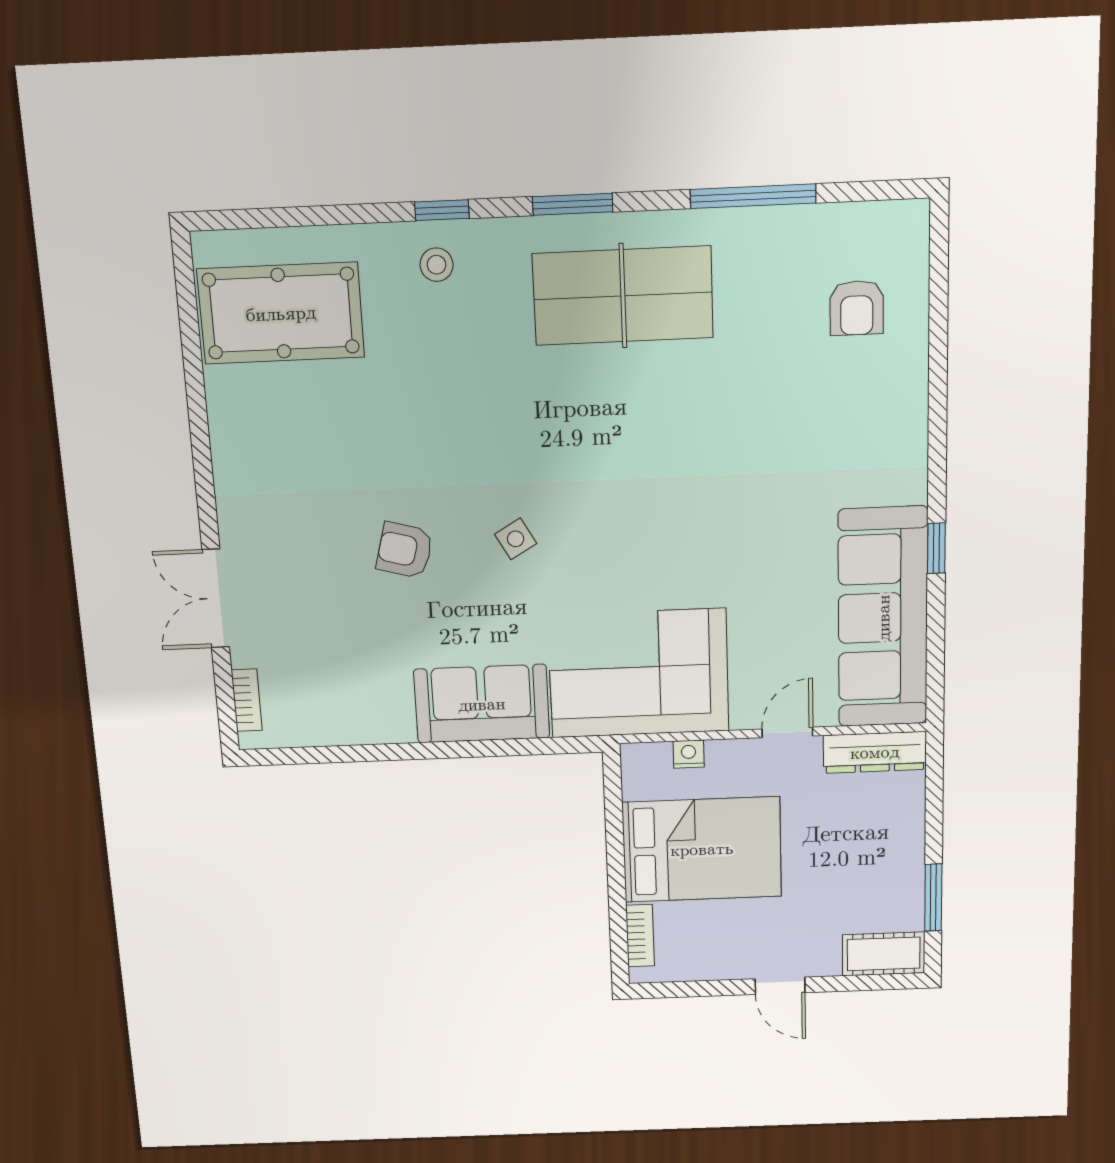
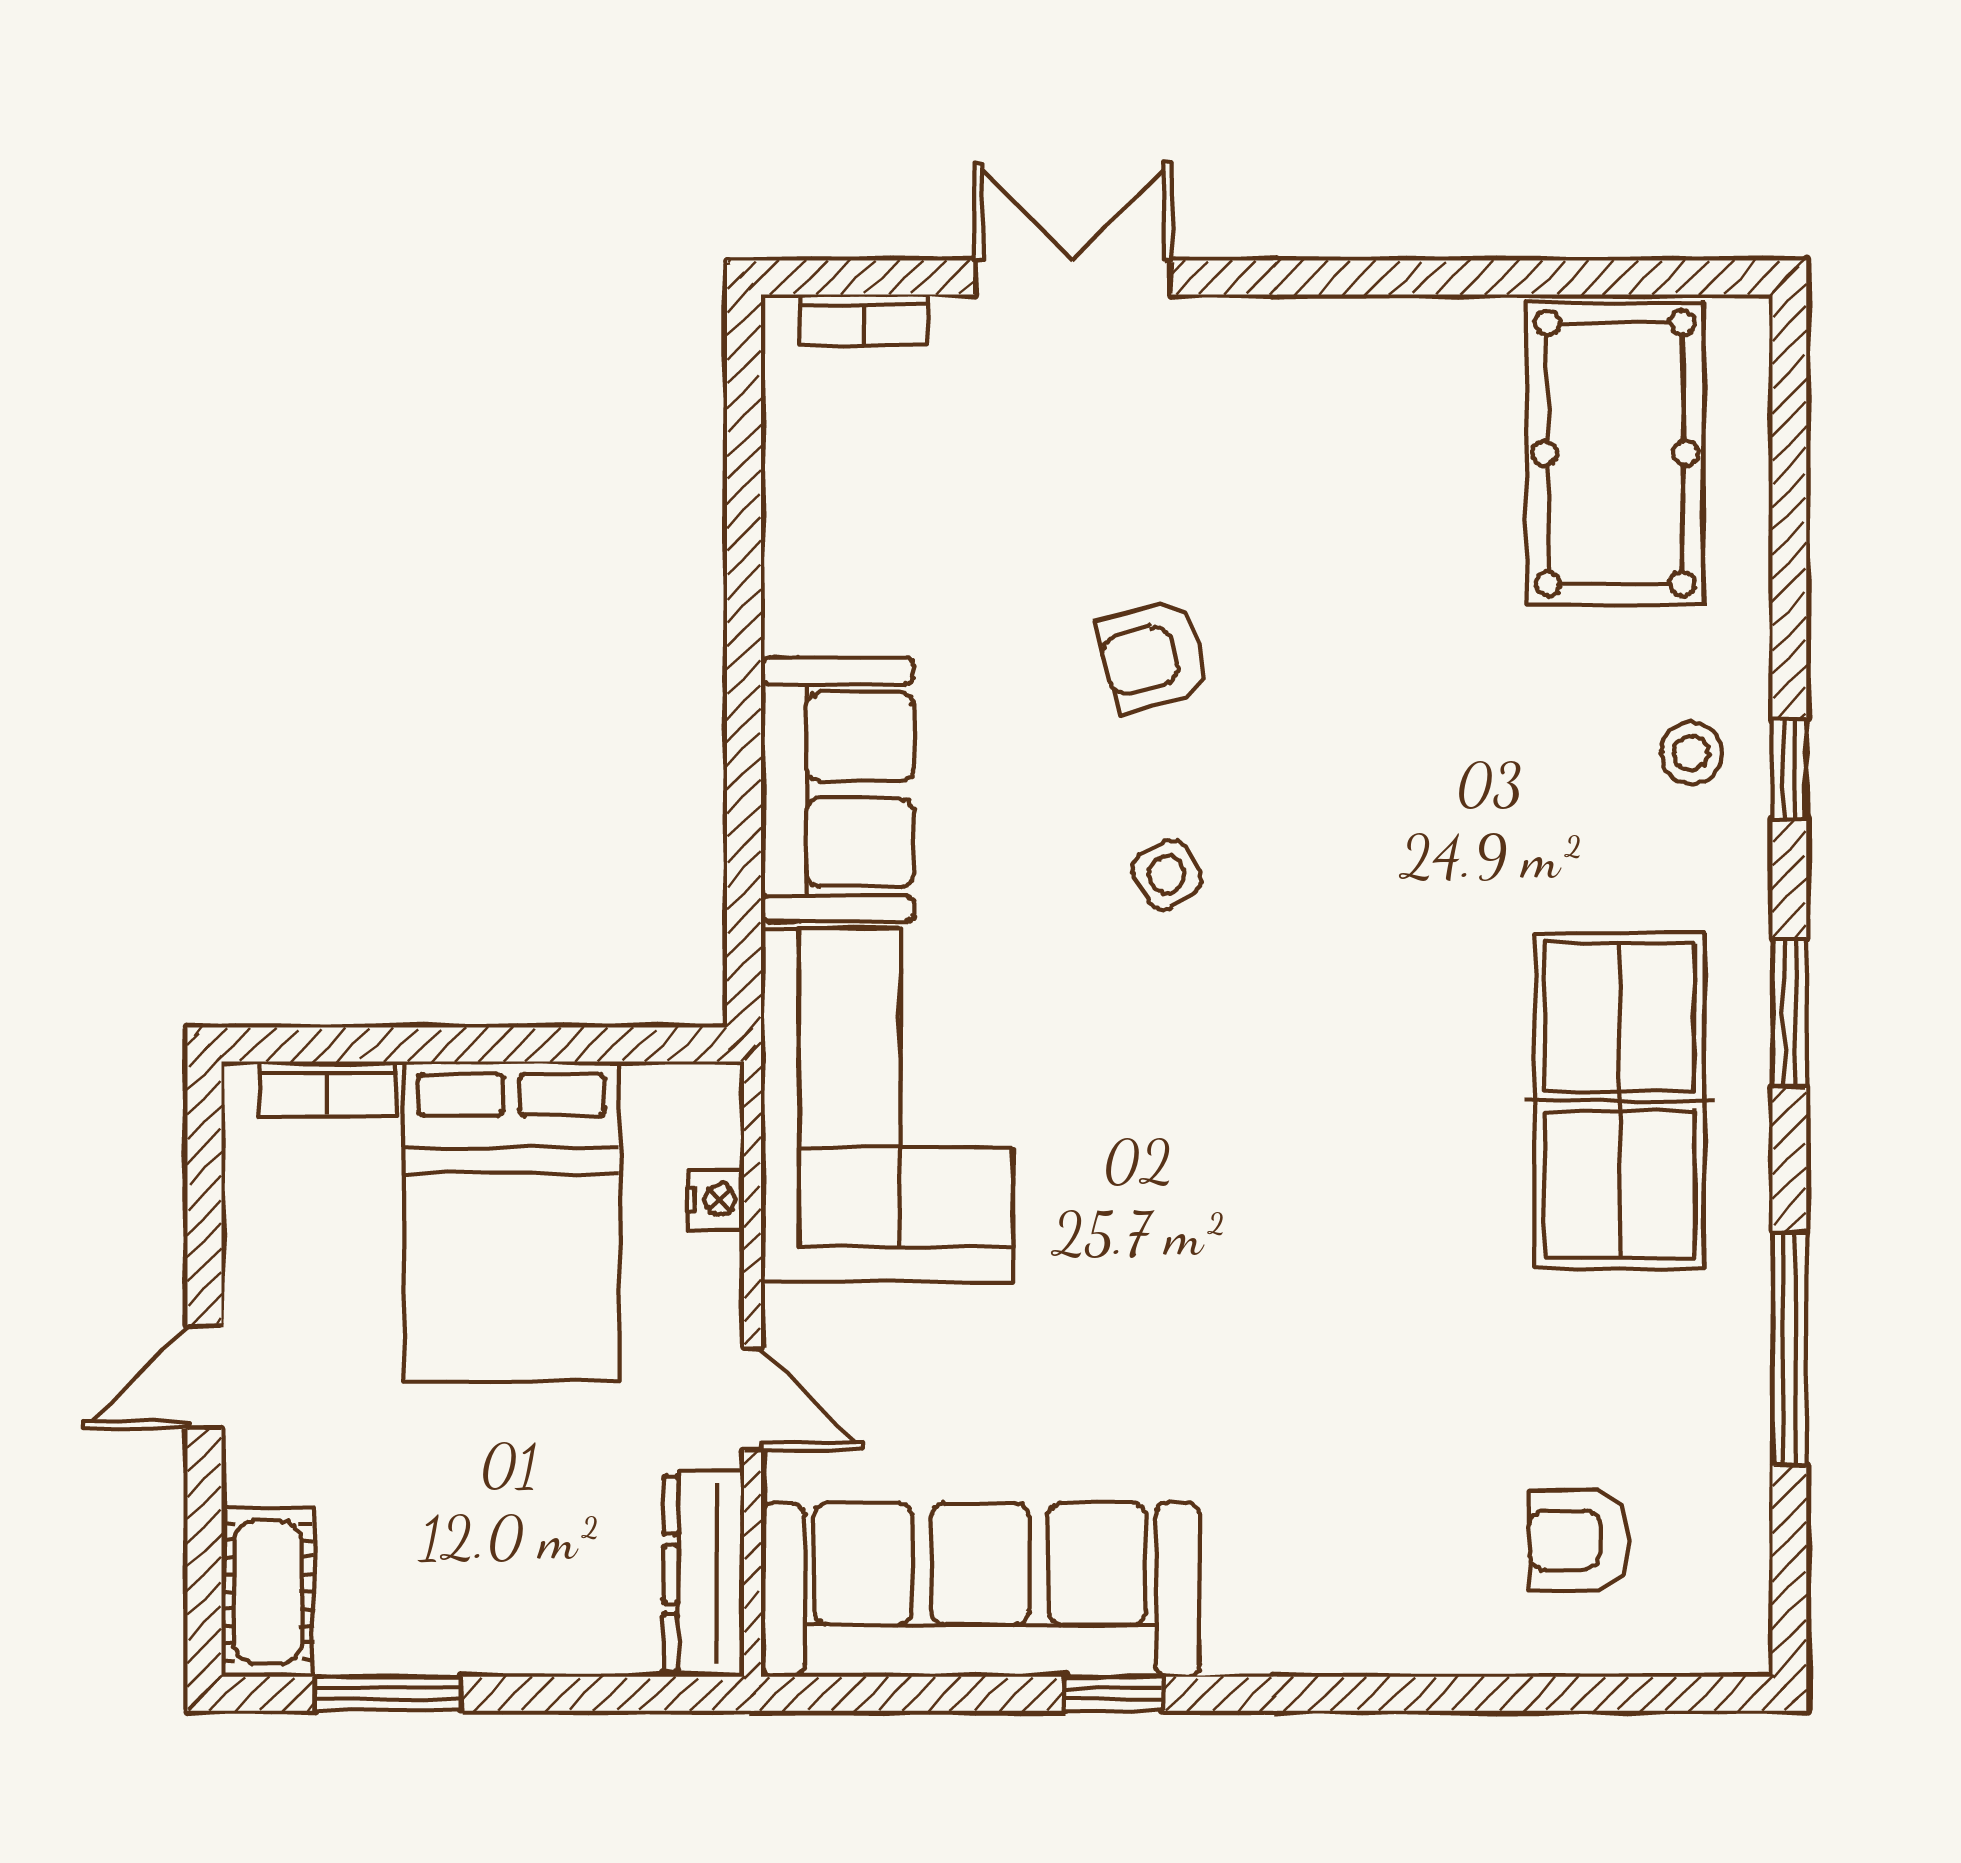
armchair: (405, 550) -> (1153, 656), turned -120

